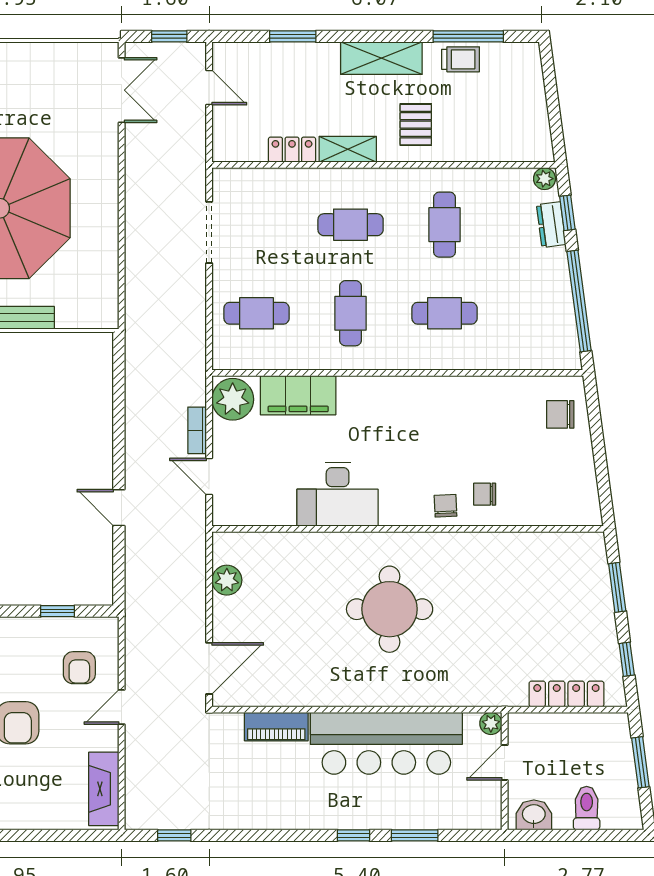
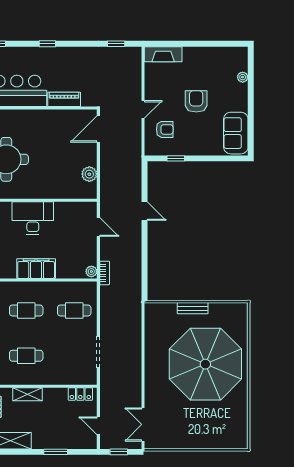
locker: (292, 150) -> (80, 394), moved
cafe table: (351, 313) -> (26, 310), turned 90
filing cabinet: (298, 395) -> (36, 269), moved
plant: (233, 399) -> (91, 271), width x0.53, depth x0.53
bookcase: (197, 430) -> (105, 273), moved
armchair: (79, 668) -> (165, 129), turned 90
fireplace: (104, 789) -> (163, 54), moved, turned 90
window: (353, 835) -> (47, 44), moved

